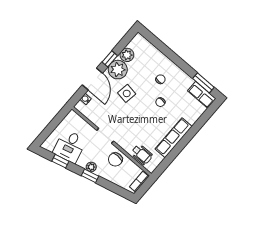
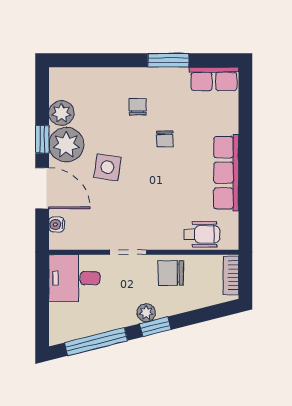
window: (203, 83) -> (168, 60), moved
desk: (70, 146) -> (74, 278), moved, turned 104
chair: (115, 159) -> (171, 273), turned 90
window: (60, 161) -> (96, 342), width x2.17

